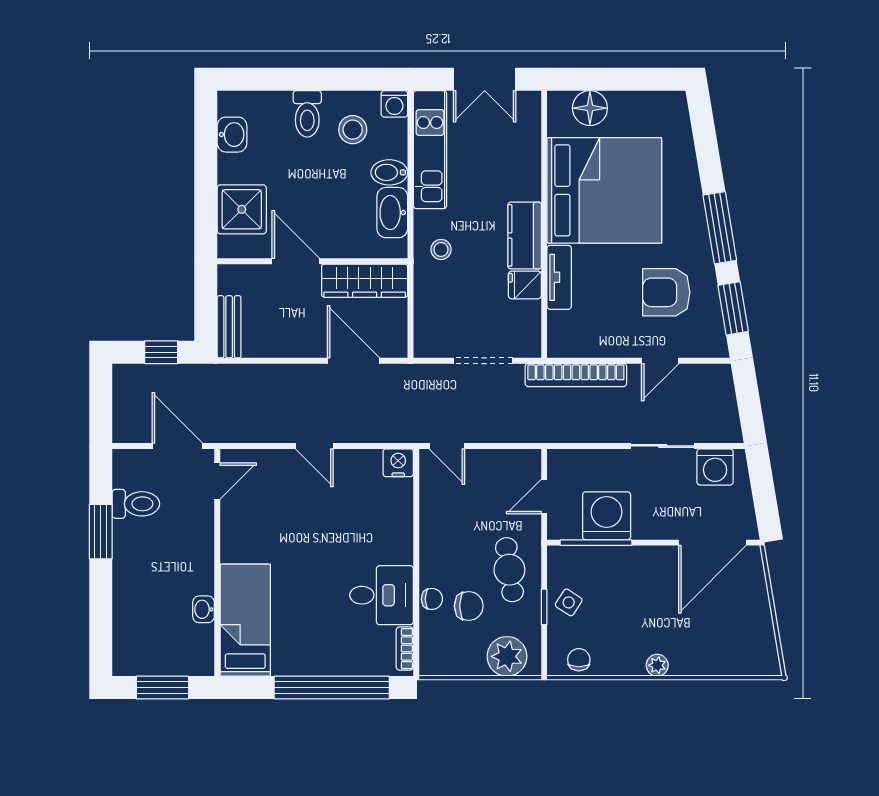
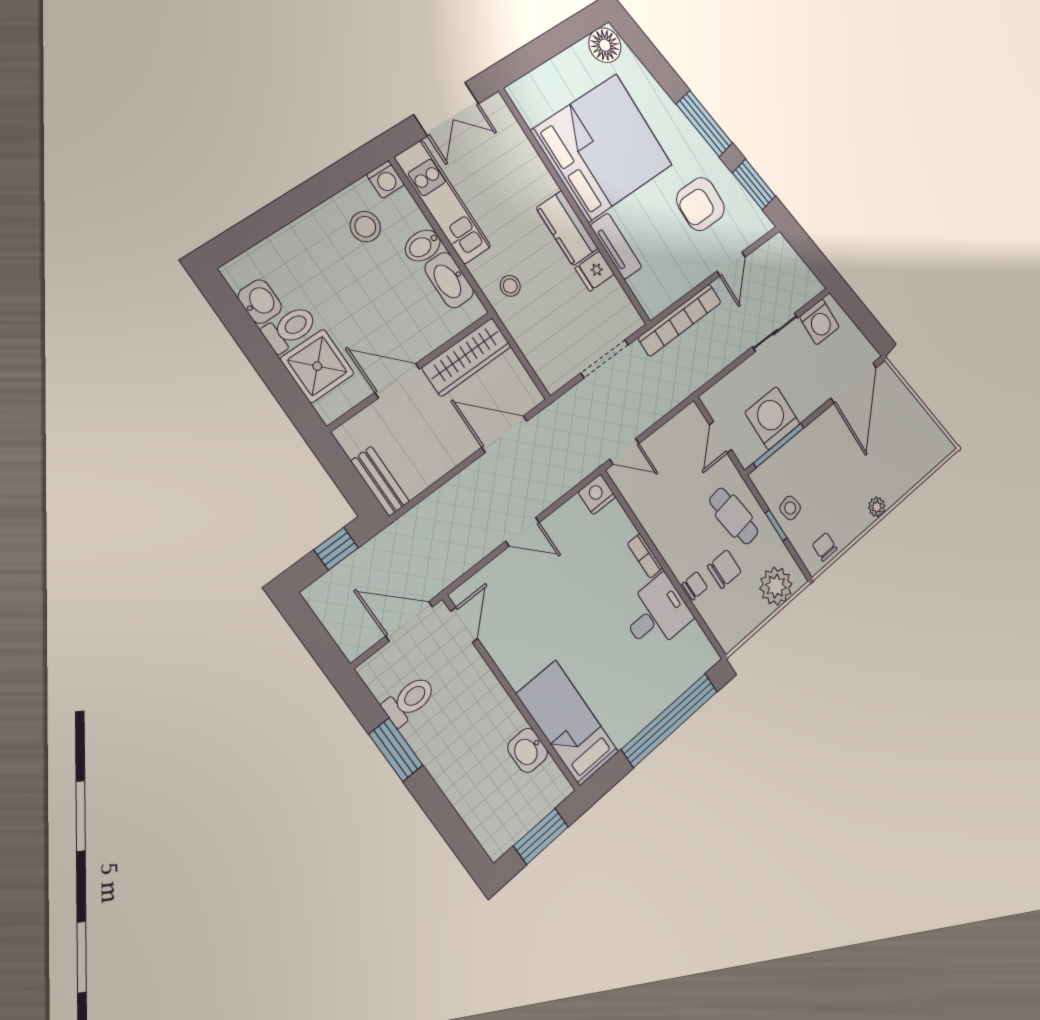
floor lamp: (590, 108) -> (605, 45), moved
toilet: (307, 114) -> (290, 329), moved, turned -90
side table: (569, 602) -> (790, 508), turned 45
washbasin: (204, 609) -> (528, 750), width x1.38, depth x1.45
bookcase: (405, 649) -> (645, 556), moved

